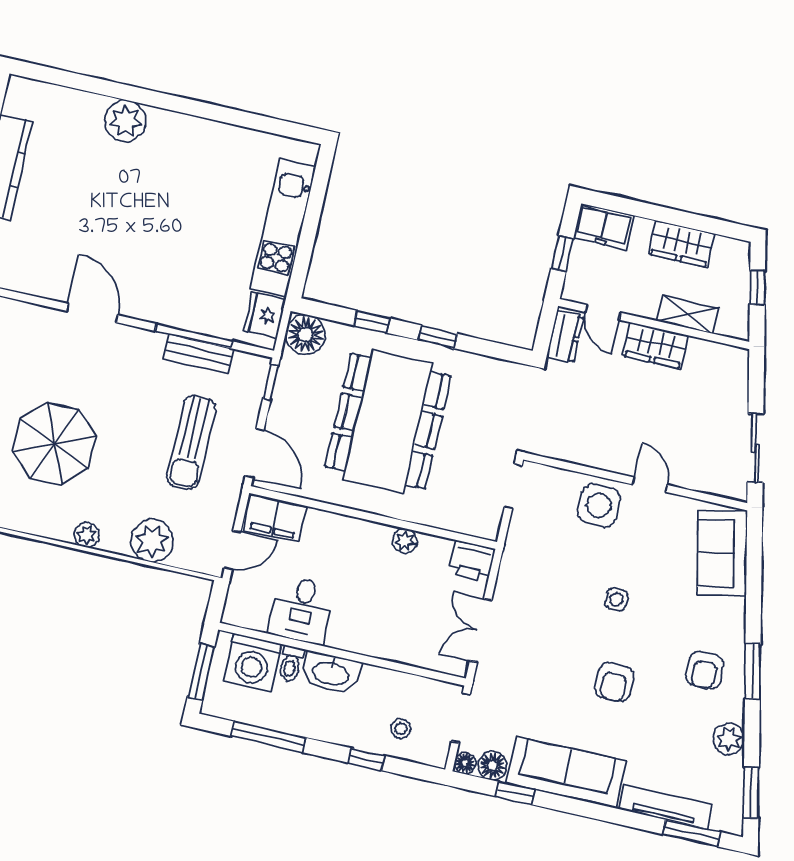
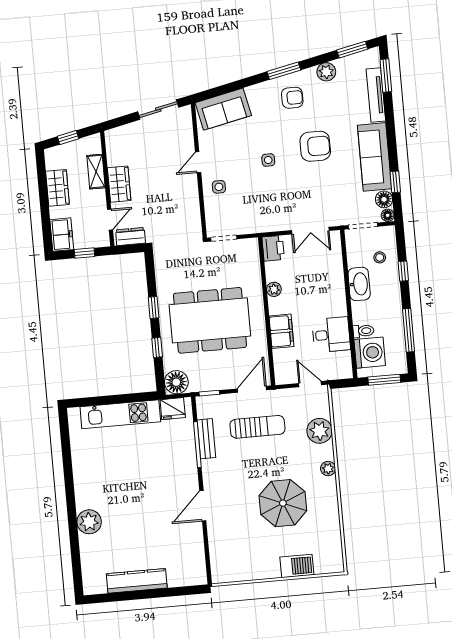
side table: (599, 505) -> (219, 187), width x0.54, depth x0.54
filing cabinet: (275, 518) -> (281, 331), moved
washbasin: (331, 673) -> (359, 284), moved
armchair: (614, 682) -> (315, 146), width x1.38, depth x1.38

